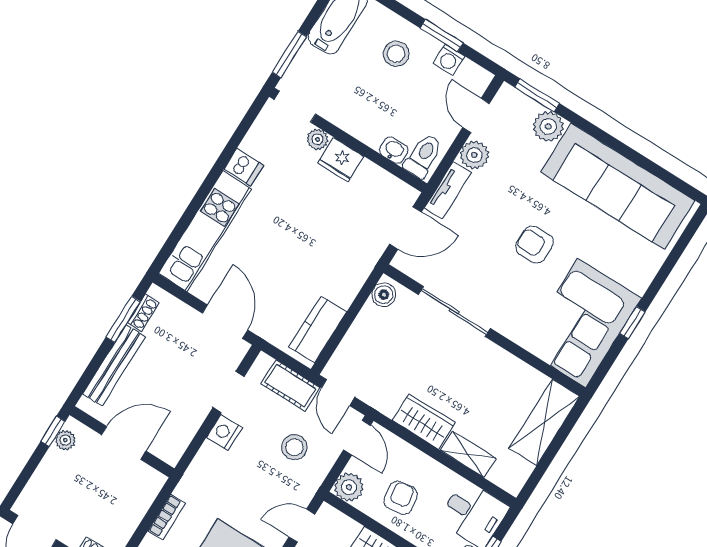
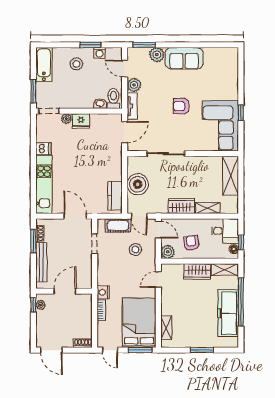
sofa: (618, 186) -> (184, 58), width x0.54, depth x0.79
boiler: (384, 295) -> (138, 184), moved, width x1.86, depth x1.86
nightstand: (225, 432) -> (103, 292), moved

